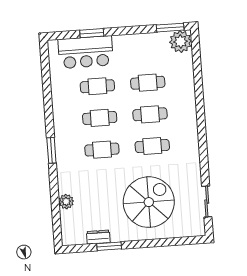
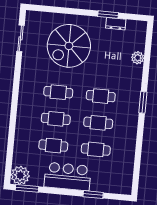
bar counter: (86, 52) -> (68, 177), moved

